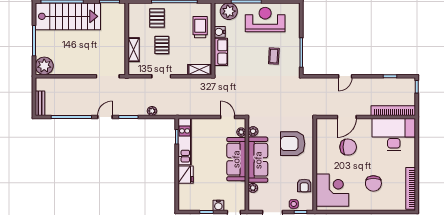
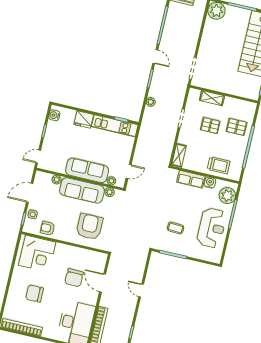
water cooler: (218, 205) -> (54, 115), moved

